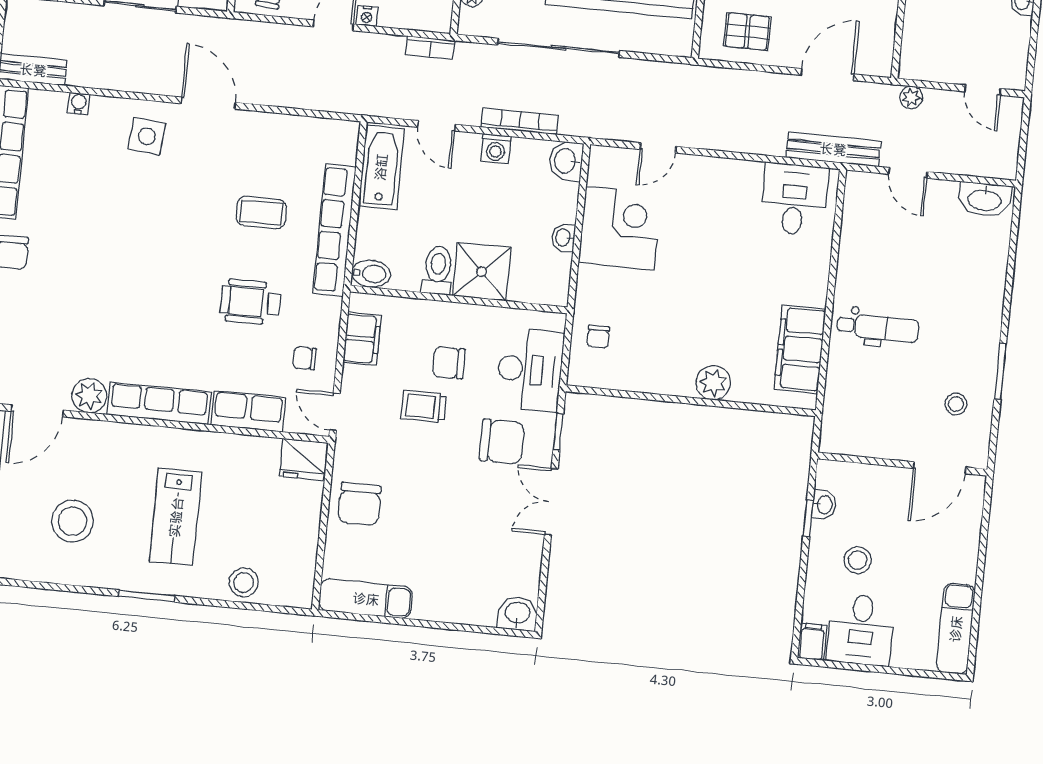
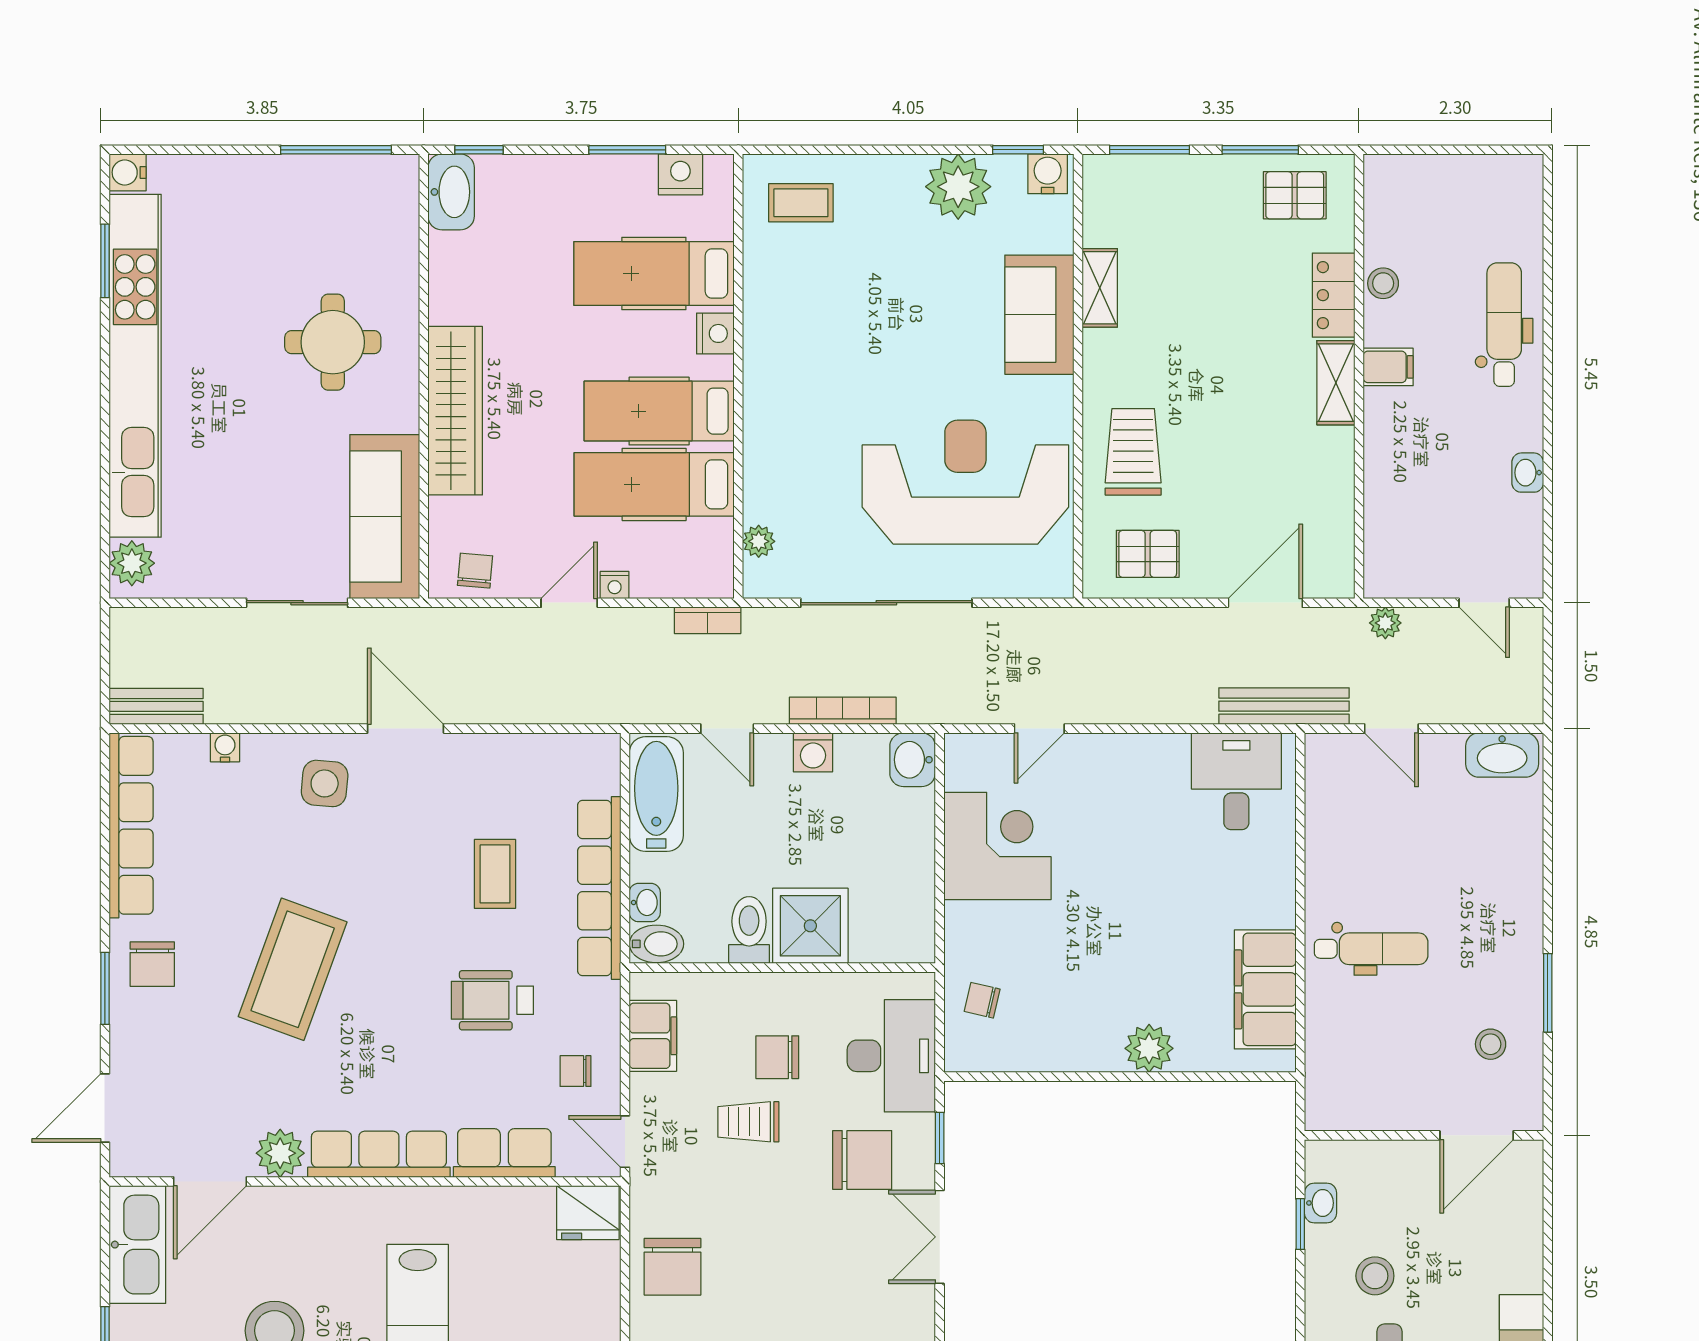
coffee table: (261, 213) -> (495, 874), turned 90
washbasin: (563, 238) -> (645, 903), moved, turned 180
coffee table: (111, 266) -> (293, 969), added
chair: (598, 337) -> (982, 1000), turned 103

